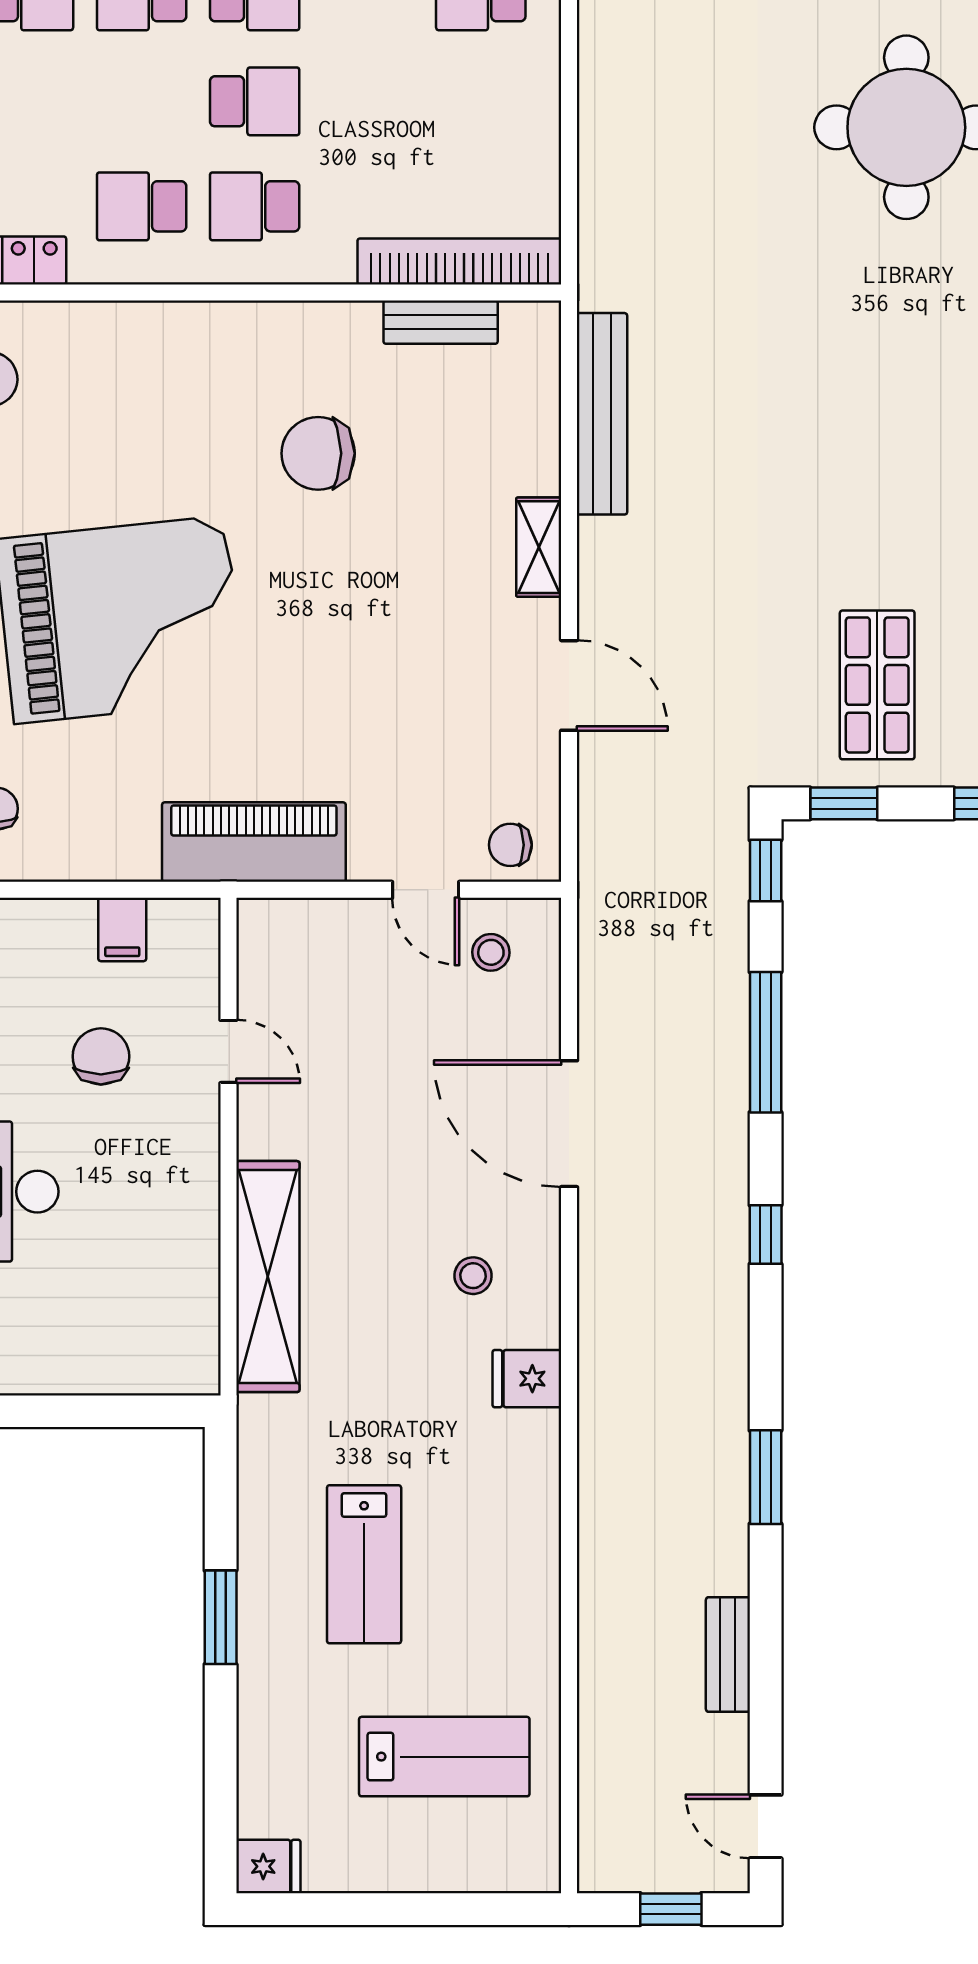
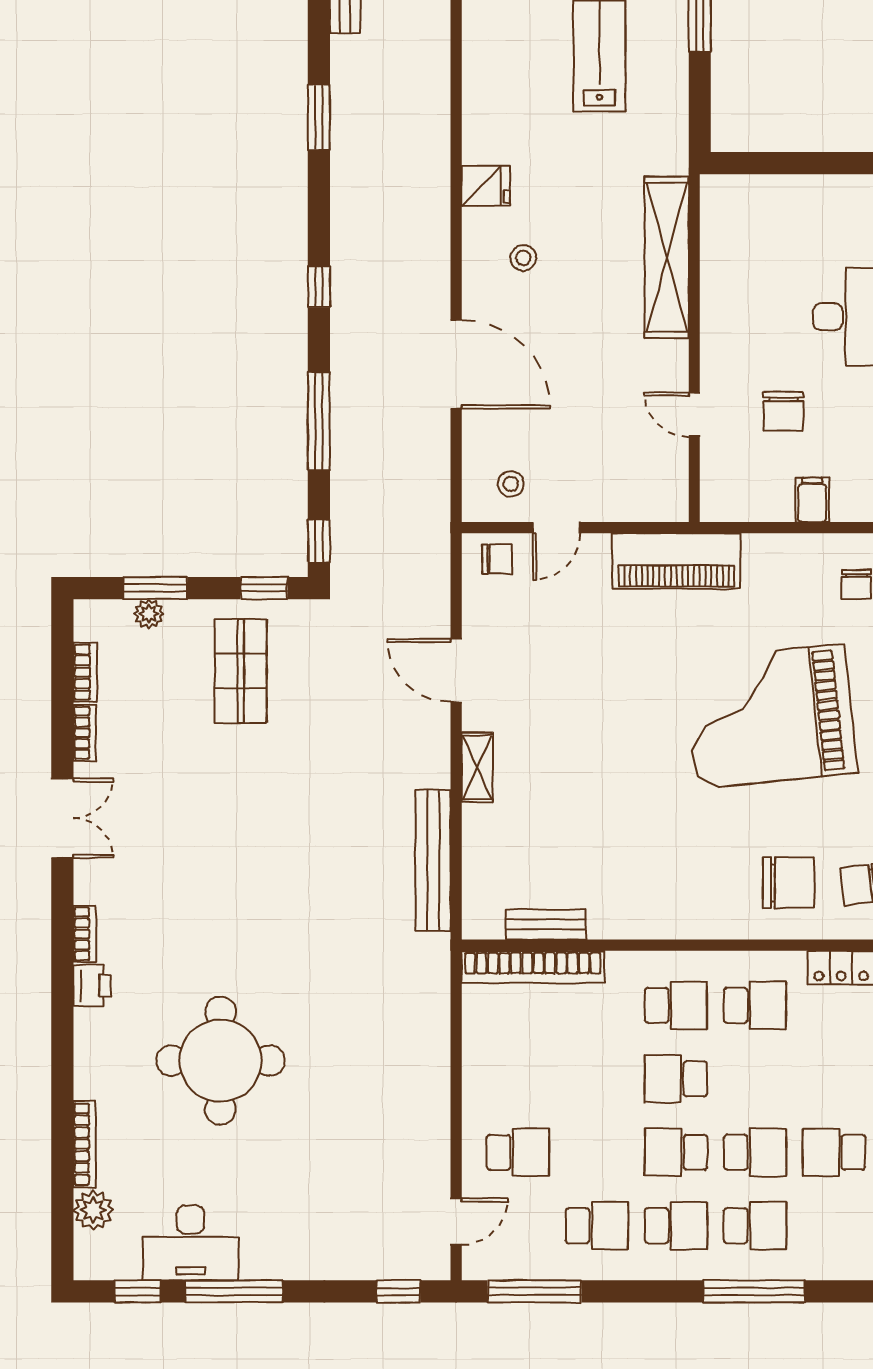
chair: (318, 453) -> (788, 883), moved
door: (426, 890) -> (556, 528), swing flipped
filing cabinet: (122, 929) -> (812, 500), moved

